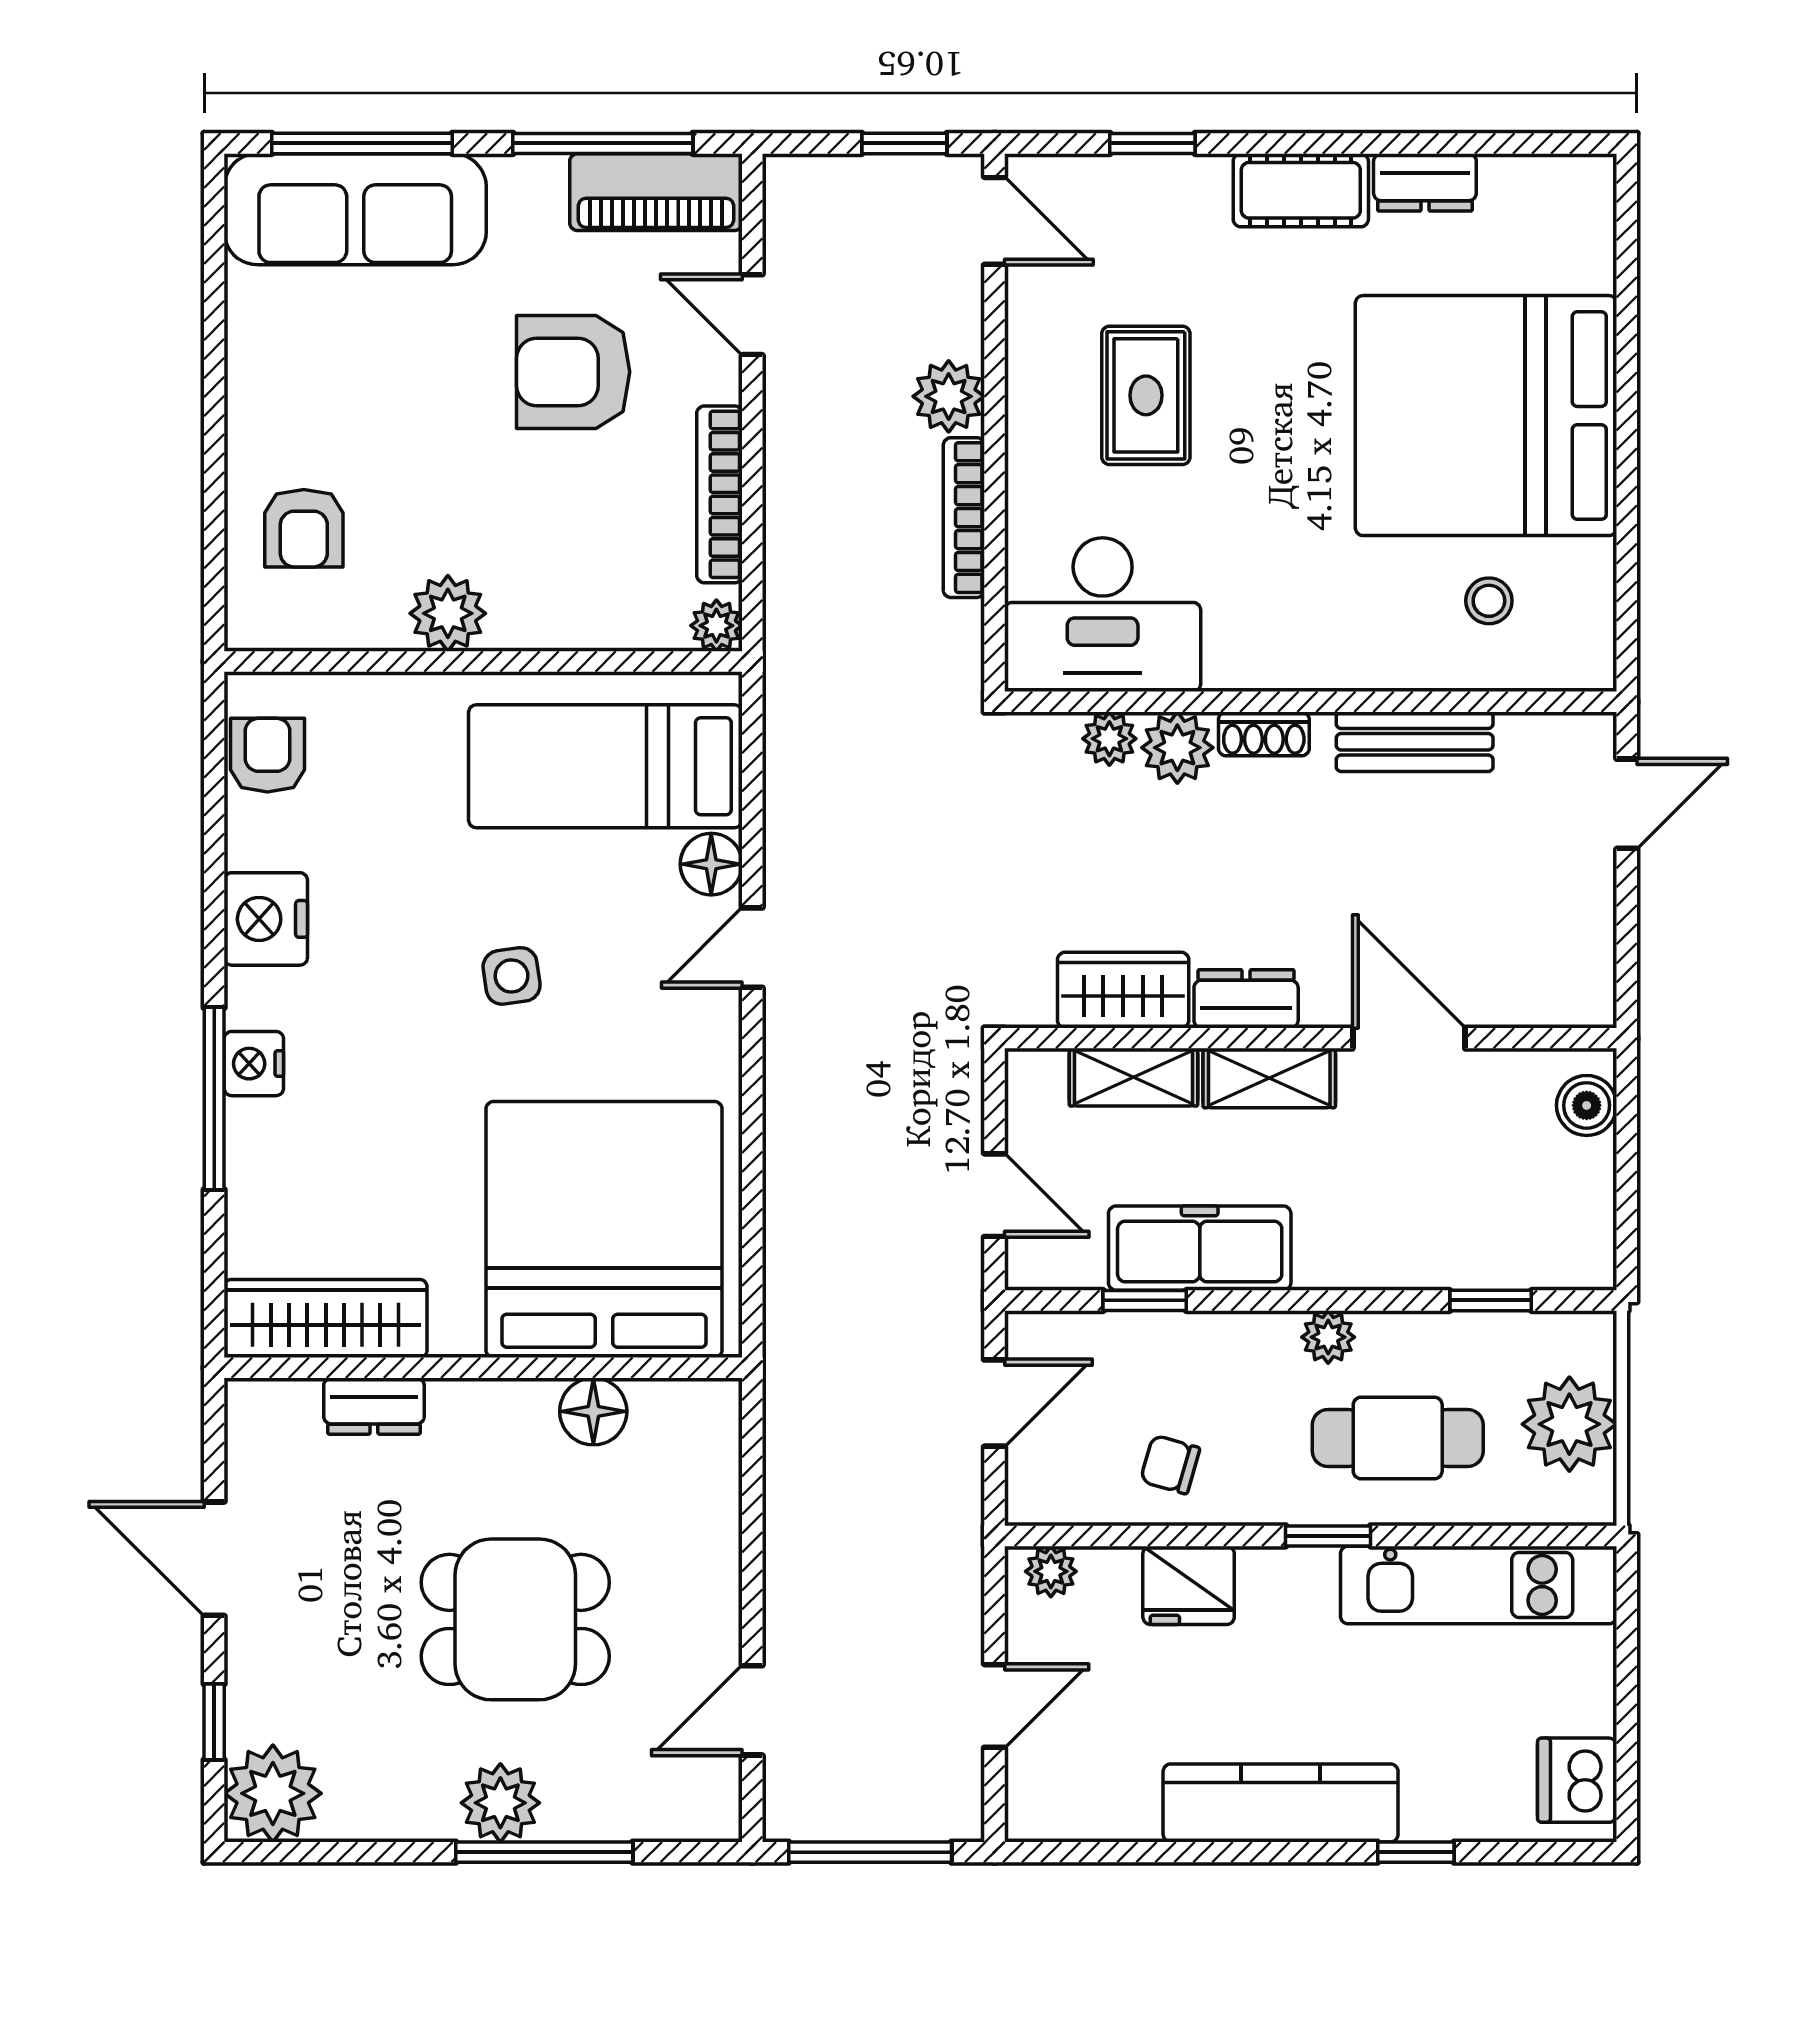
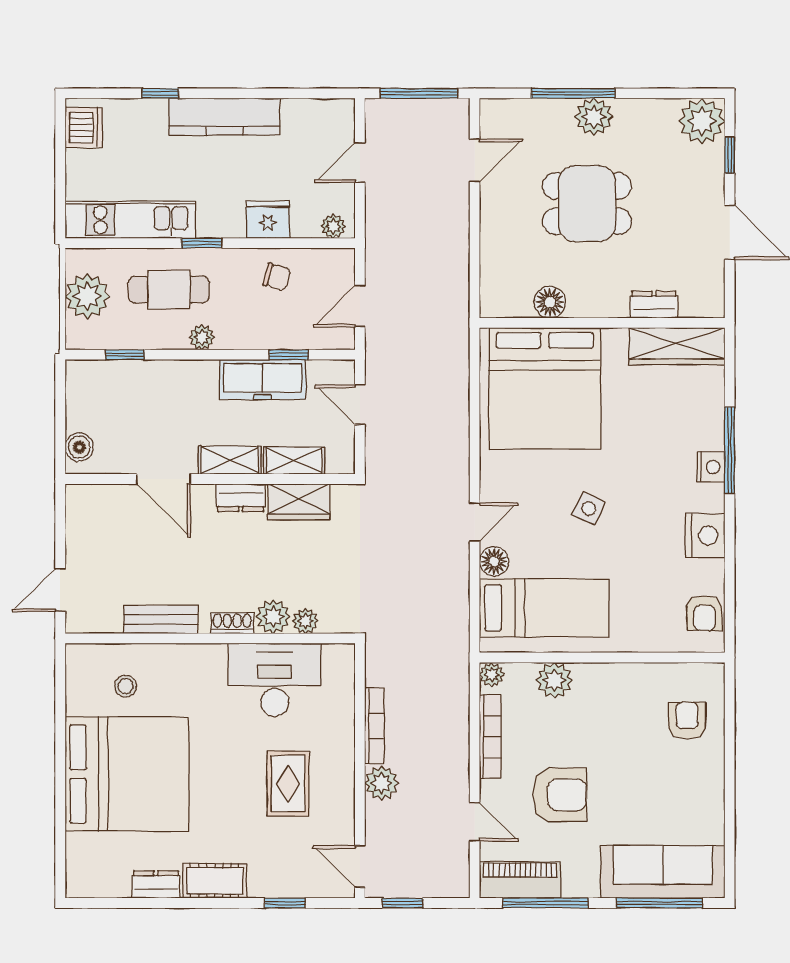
plant: (448, 613) -> (554, 680), moved
desk: (1103, 615) -> (275, 680), moved
side table: (512, 976) -> (589, 508), turned 33

